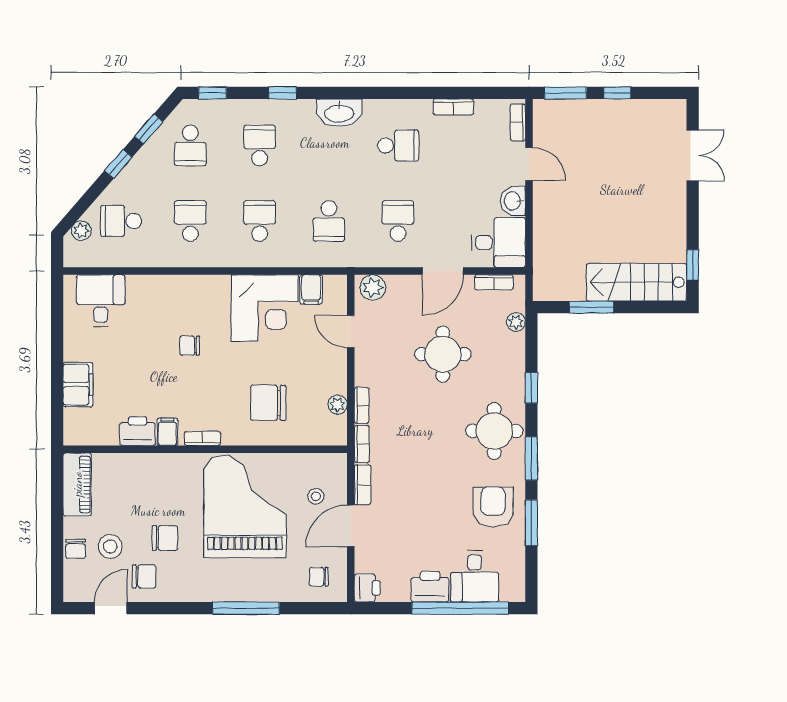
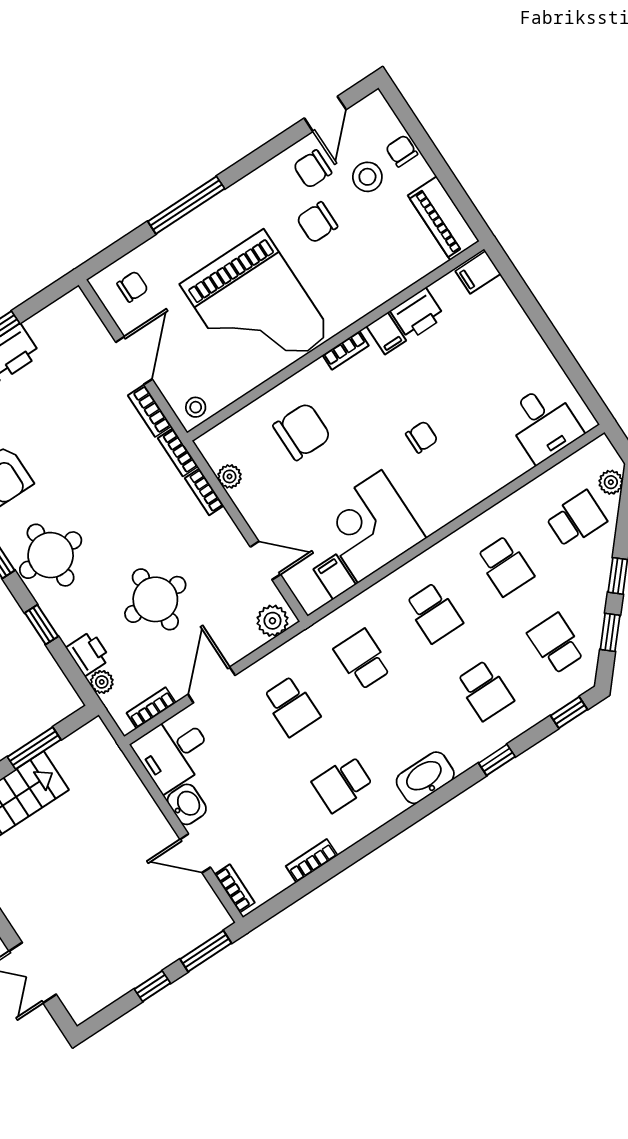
filing cabinet: (78, 385) -> (478, 272), moved, width x0.50
stool: (316, 496) -> (196, 407), moved
printer: (367, 588) -> (88, 653), moved, turned 180

